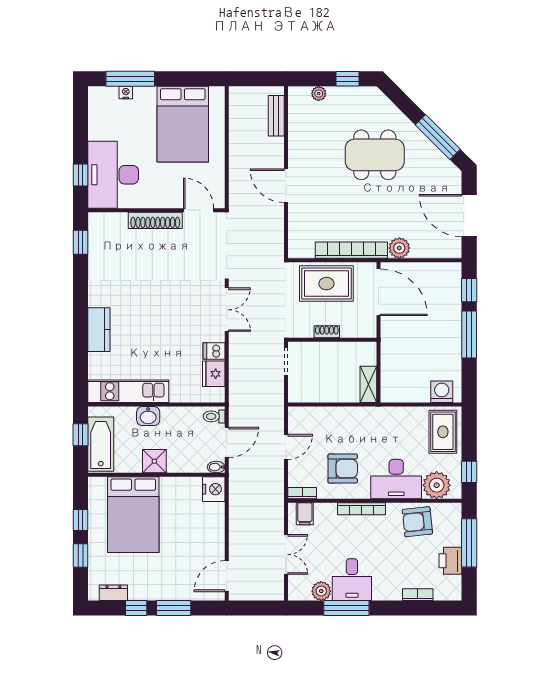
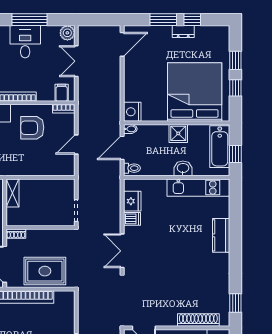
shoe rack: (155, 220) -> (198, 320), moved
shoe rack: (327, 332) -> (16, 234), moved
bed: (133, 515) -> (195, 92), width x1.36
plant: (321, 591) -> (67, 33), moved
dresser: (113, 593) -> (183, 31), moved

